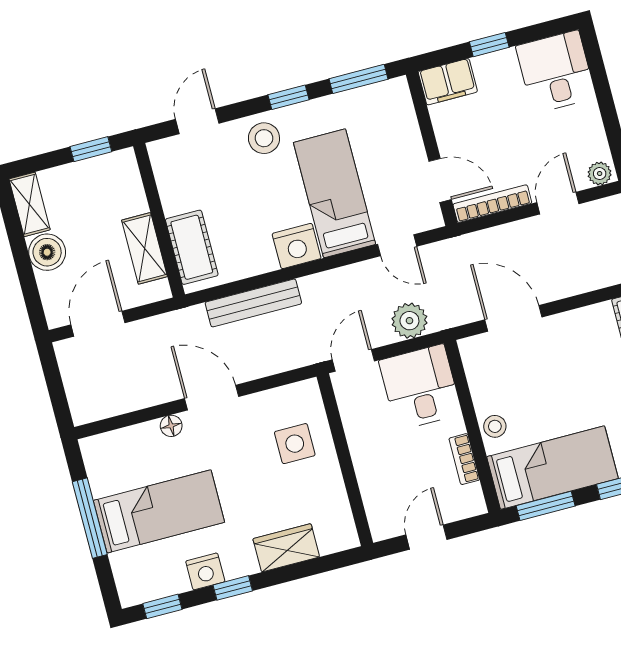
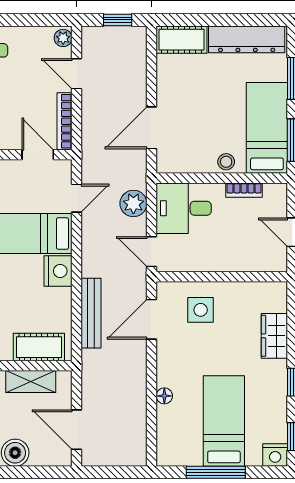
door: (440, 180) -> (38, 155), hinge flipped
door: (212, 398) -> (152, 319), moved
nightstand: (205, 571) -> (275, 455), moved, turned 90

